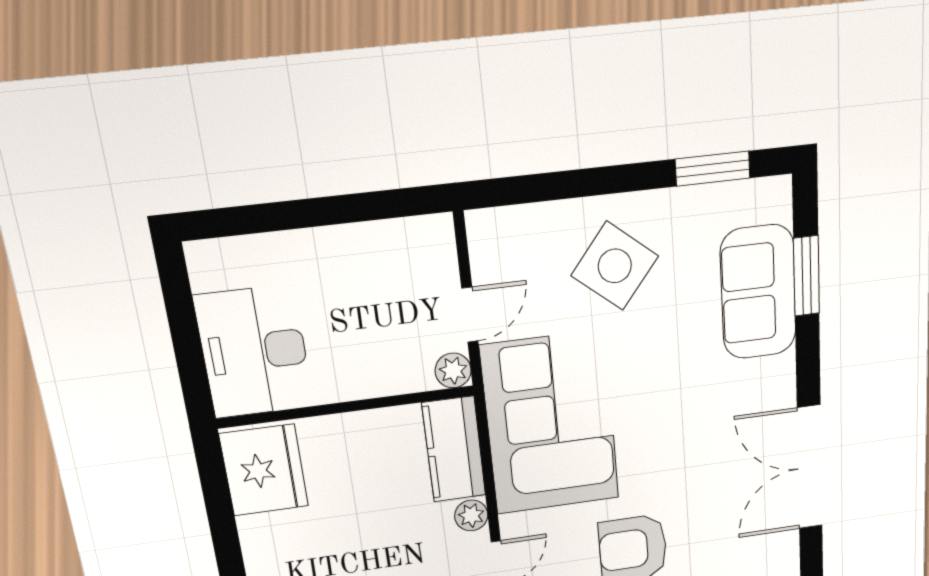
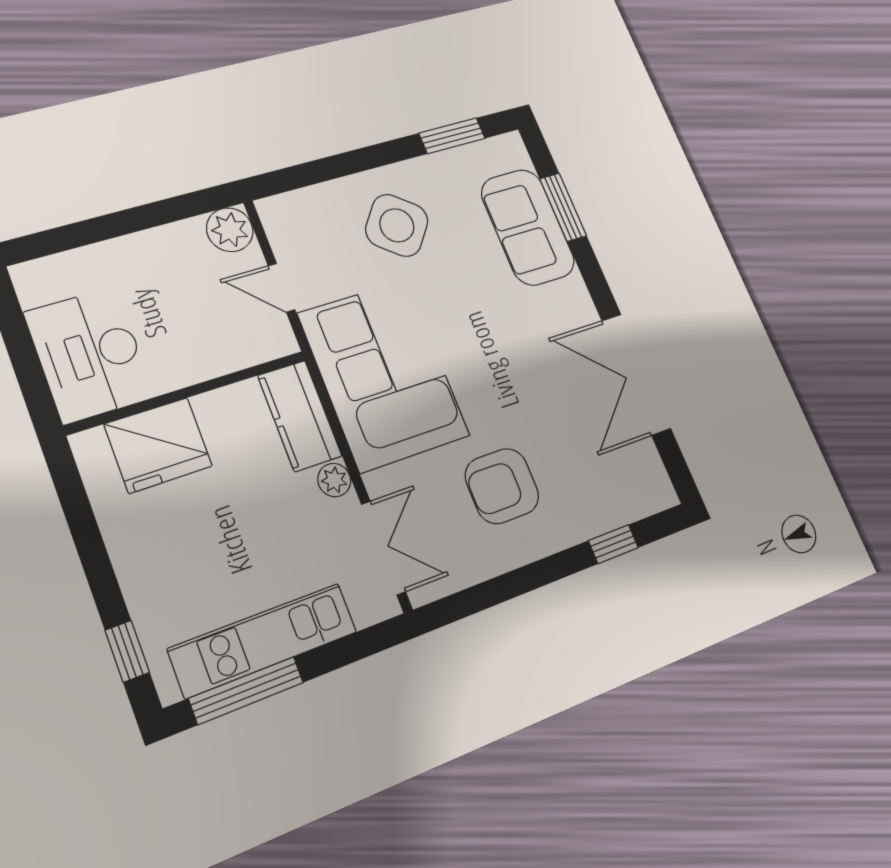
door: (470, 315) -> (281, 288), swing flipped
plant: (453, 371) -> (230, 230), moved, width x1.38, depth x1.38
fridge: (264, 470) -> (158, 445), moved, turned 90

